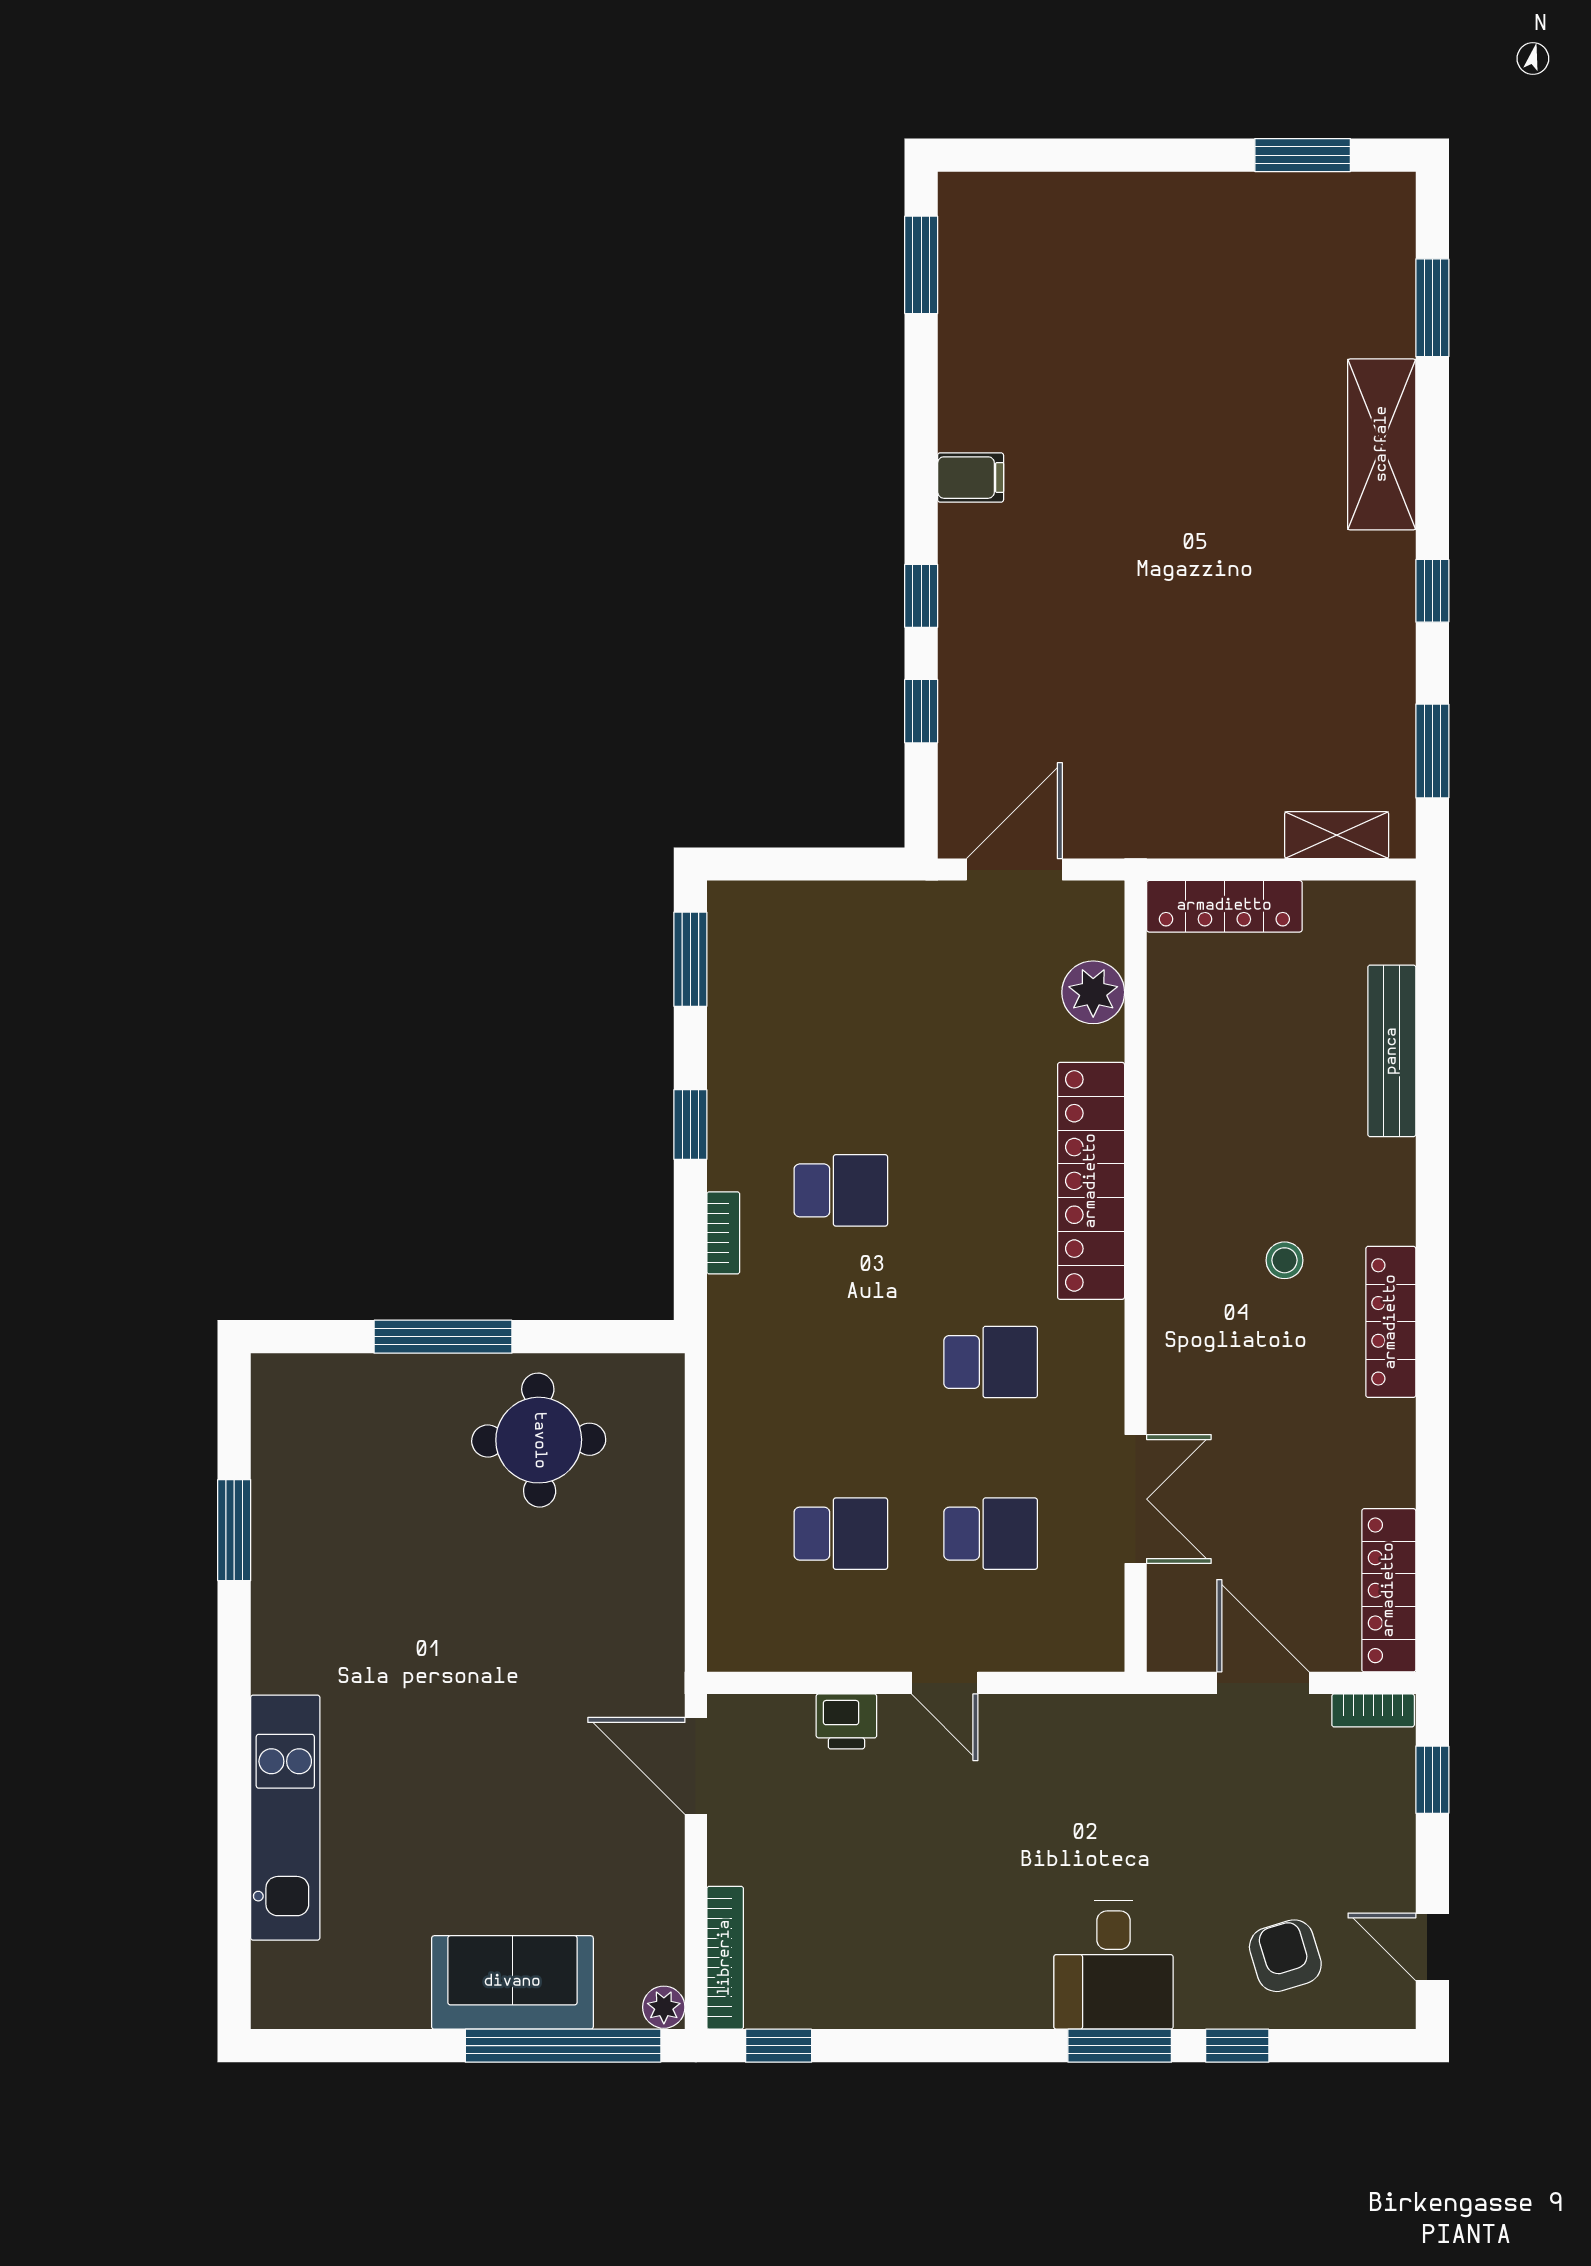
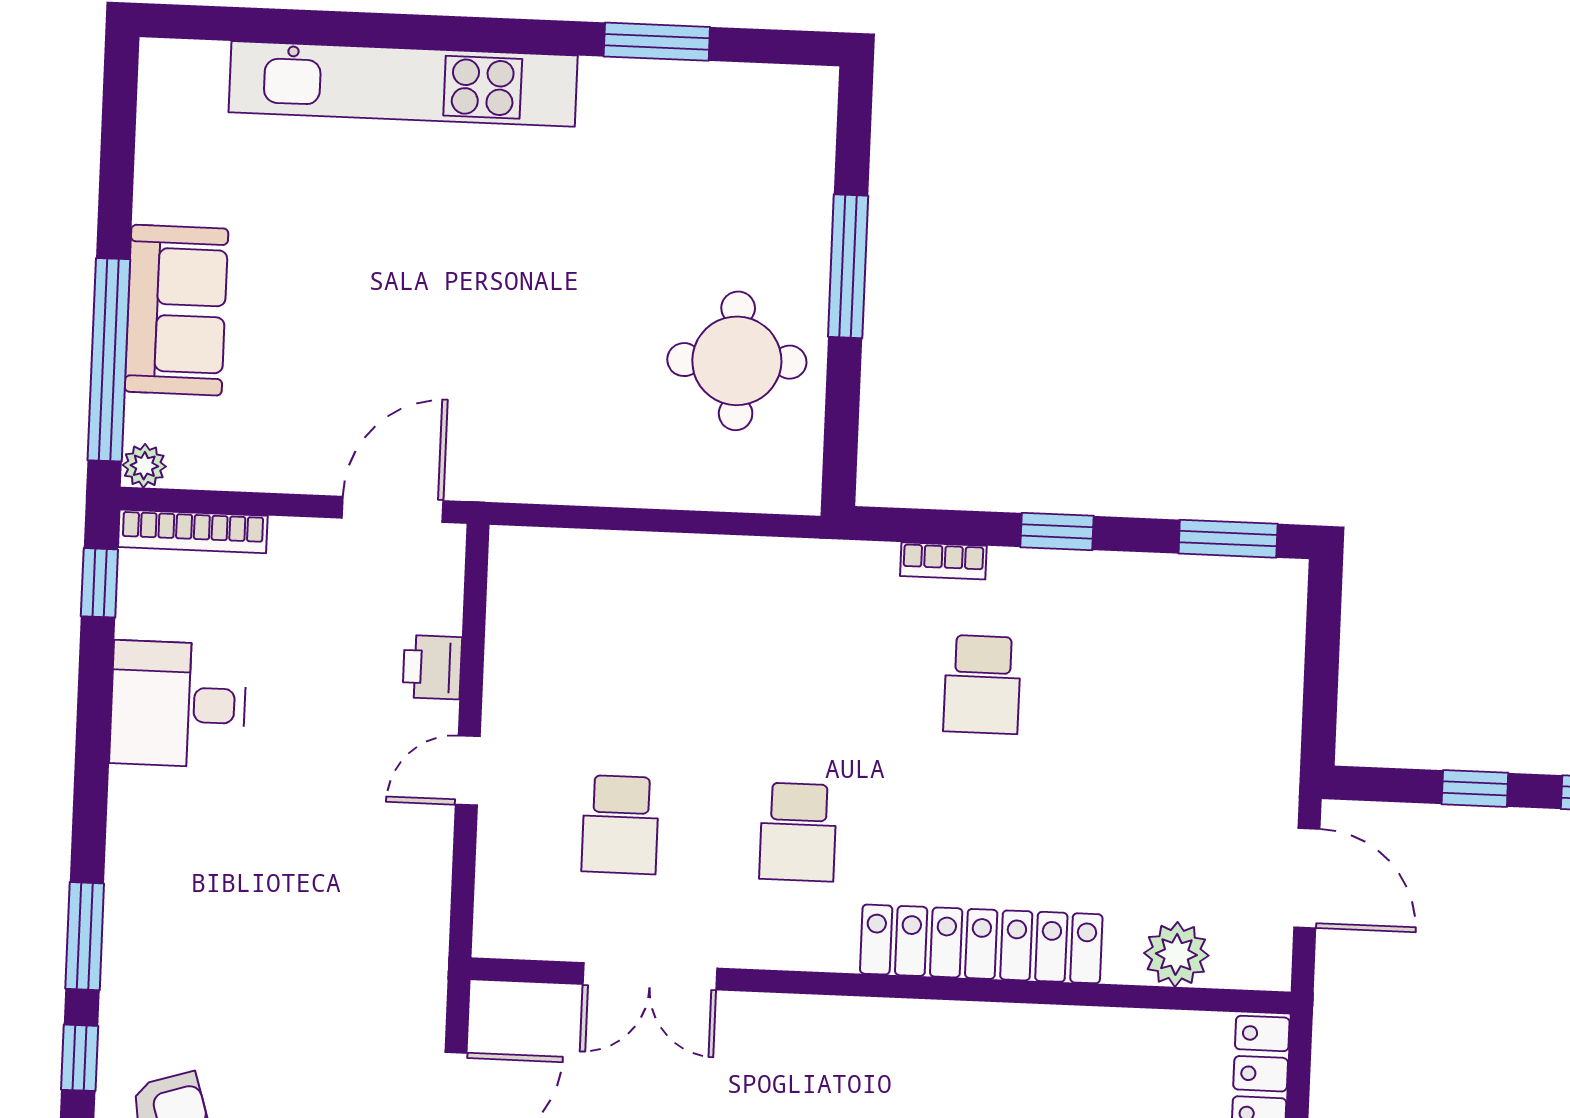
school desk: (841, 1534) -> (627, 670), removed
kitchen unit: (285, 1818) -> (403, 84), width x1.36
desk: (1114, 1965) -> (178, 704), moved

